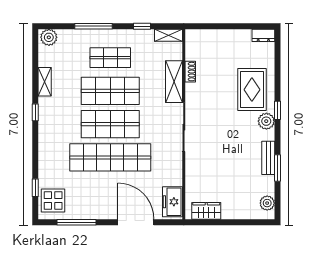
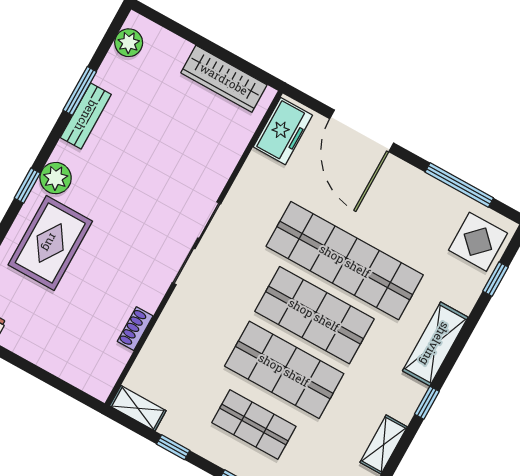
shelving: (174, 82) -> (435, 344), moved
wardrobe: (206, 211) -> (224, 79), width x1.50

